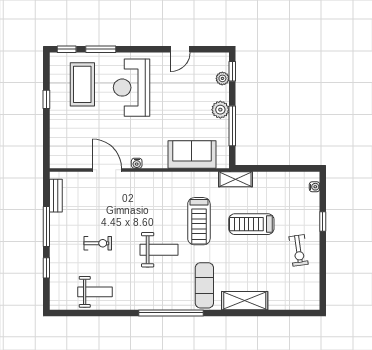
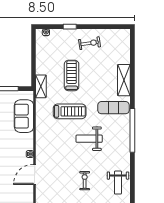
treadmill: (251, 224) -> (72, 76), turned 180
weight bench: (159, 250) -> (89, 139), turned -90
weight bench: (95, 292) -> (118, 183), turned 180

